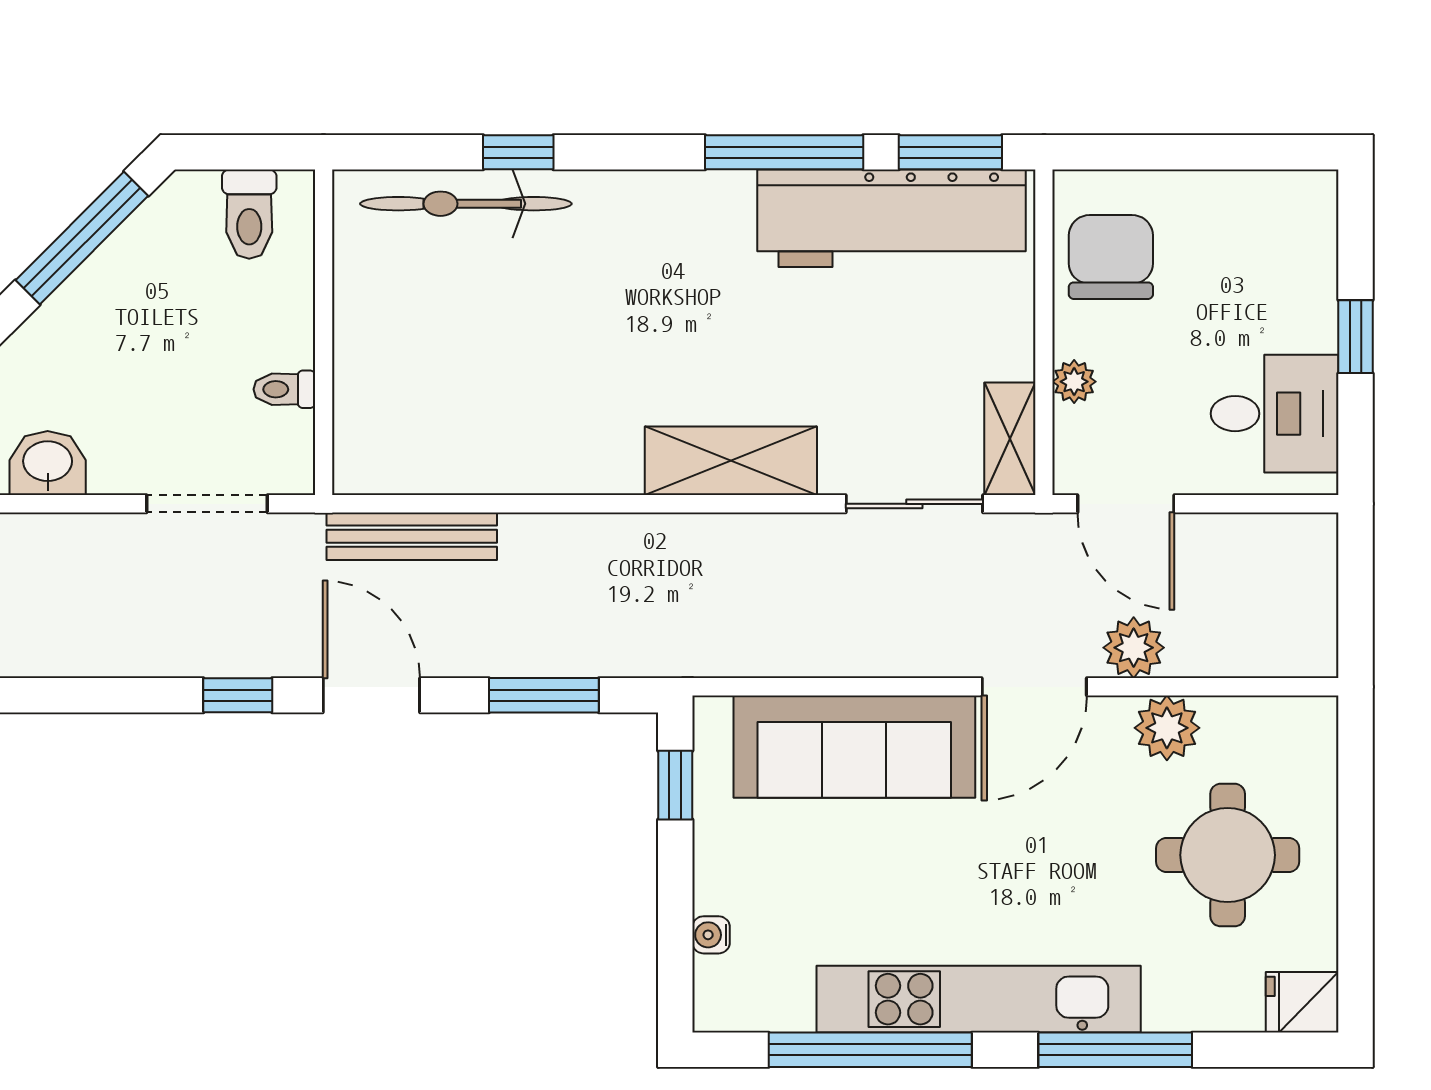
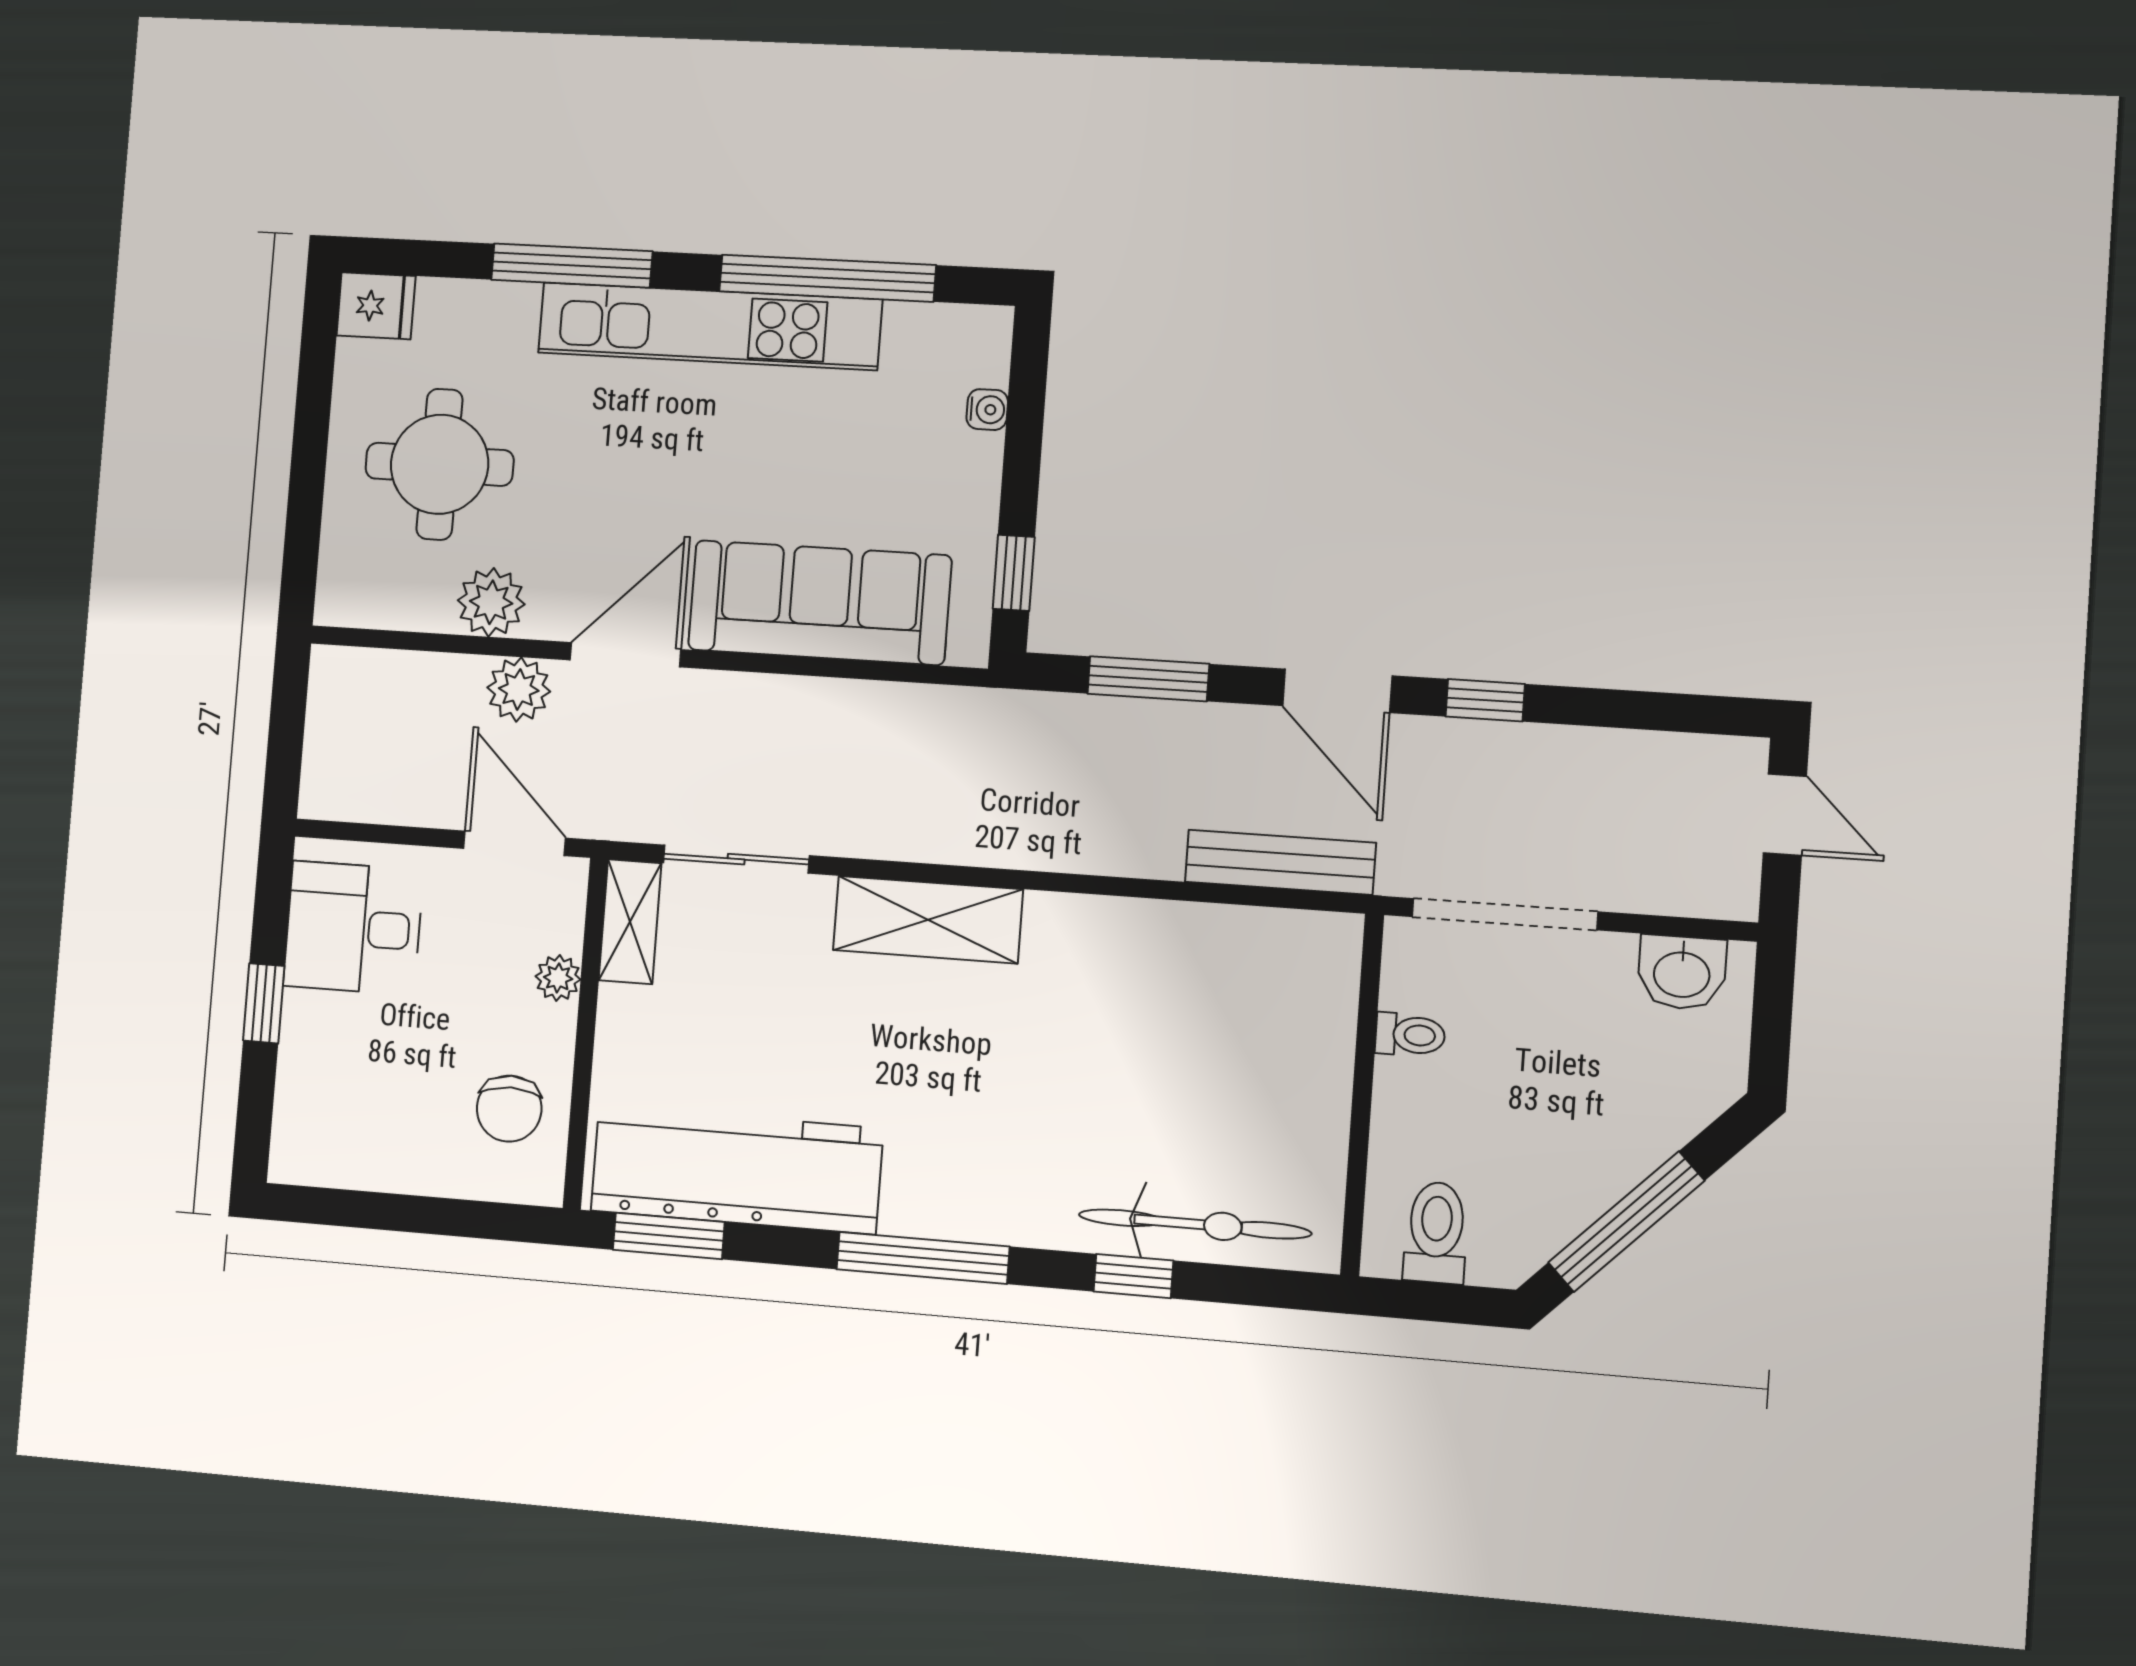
window: (784, 152) -> (923, 1258), moved
chair: (1111, 257) -> (509, 1109), width x0.73, depth x0.73
doorway: (207, 504) -> (1505, 914), width x1.36

